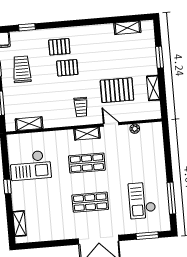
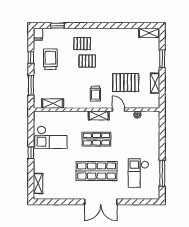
shelving: (127, 28) -> (149, 33), moved
shop shelf: (90, 202) -> (97, 171), width x1.43, depth x1.36
window: (147, 236) -> (140, 202), removed

